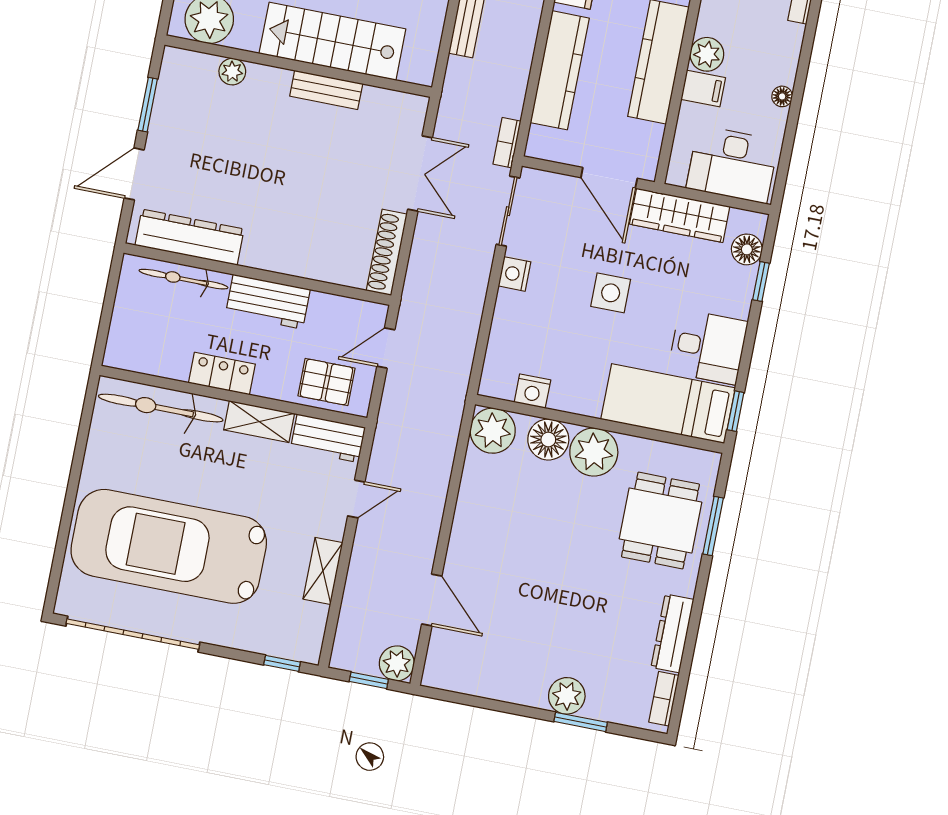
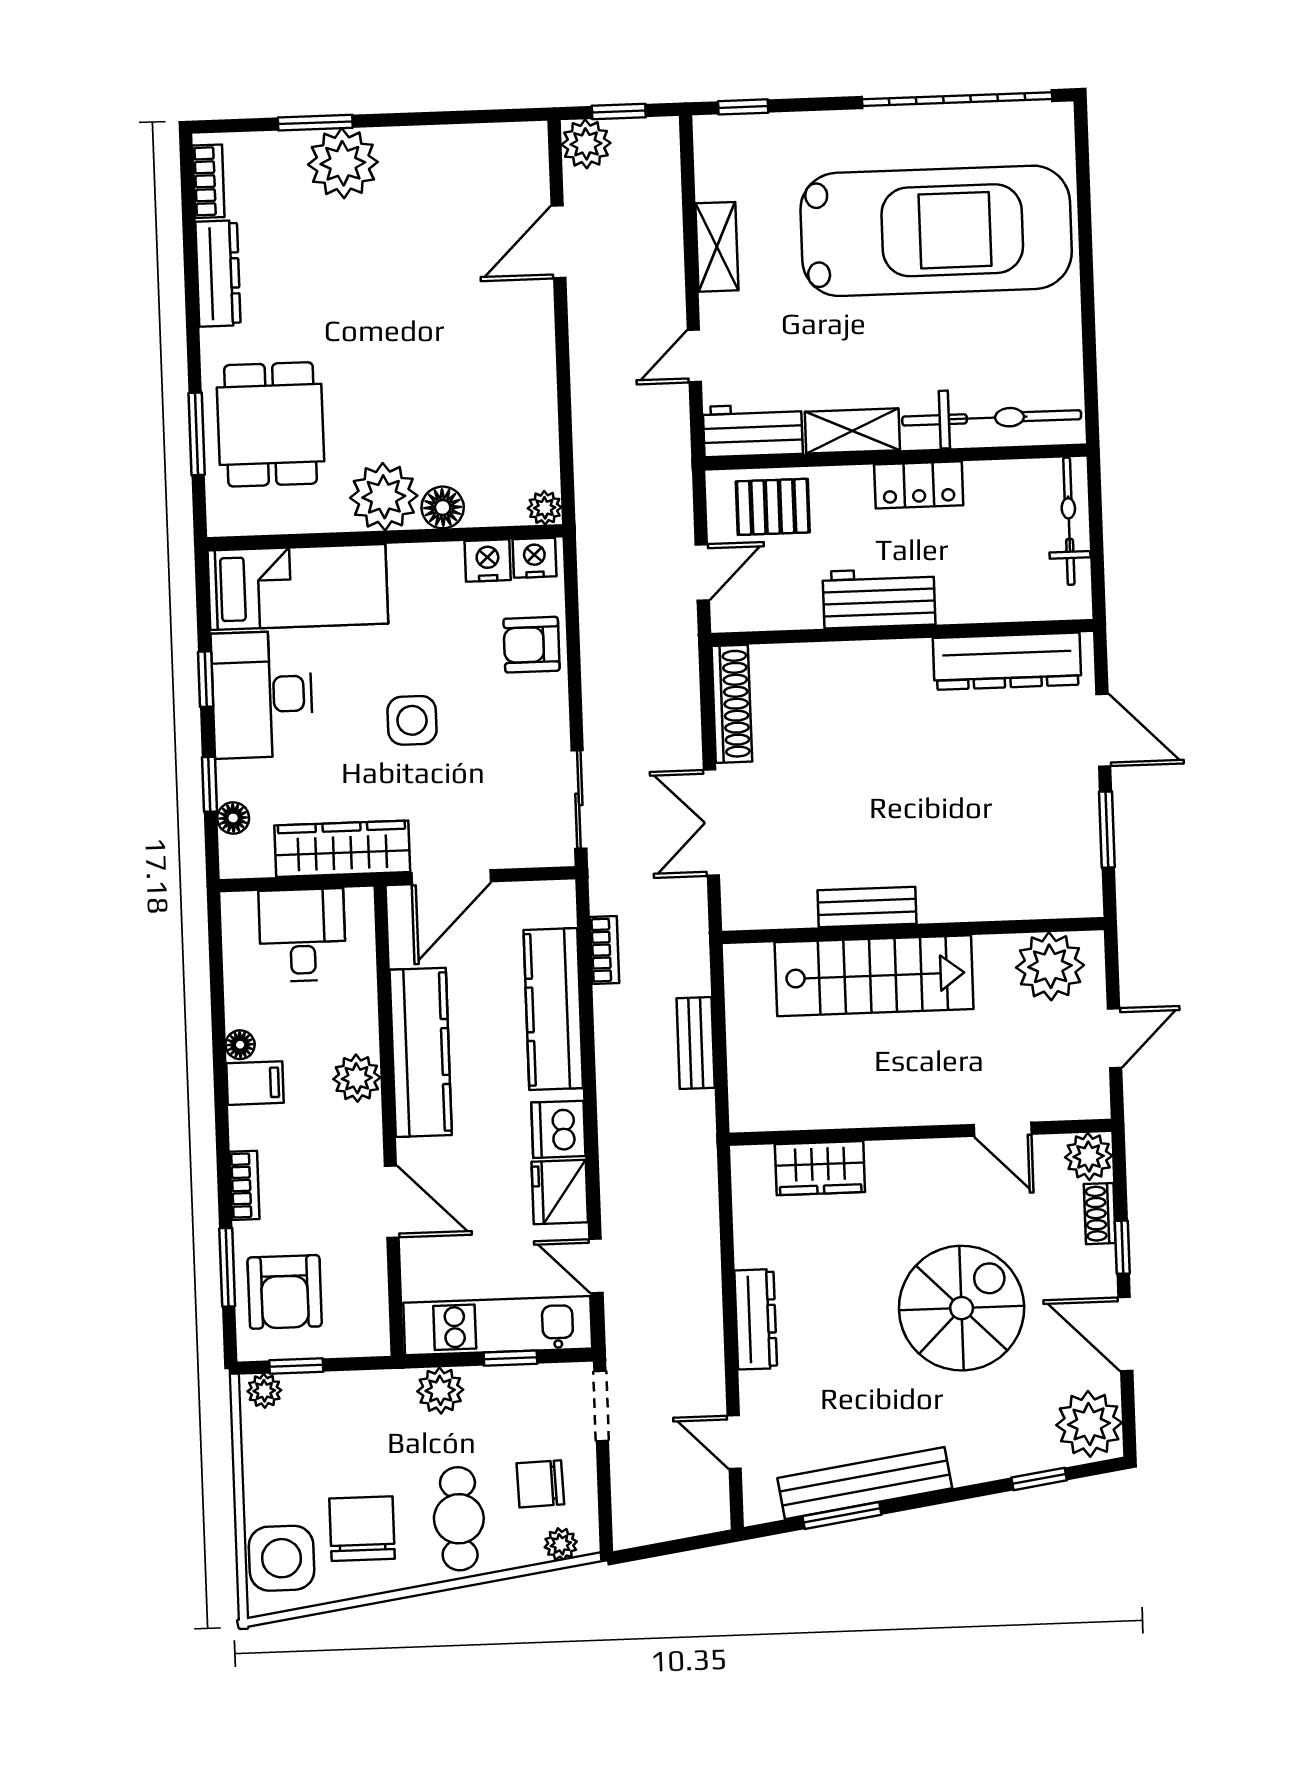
plant: (232, 72) -> (1002, 902), removed
filing cabinet: (703, 88) -> (255, 1083), moved, turned 180
bookcase: (507, 143) -> (604, 950), moved
desk: (732, 164) -> (302, 935), width x0.73
door: (134, 174) -> (1103, 730), hinge flipped
door: (609, 178) -> (451, 877), swing flipped
floor lamp: (747, 249) -> (233, 818), width x0.73, depth x0.73
nightstand: (515, 274) -> (534, 558), moved, turned -90
bicycle: (184, 279) -> (1069, 521), moved, turned -90
armchair: (516, 326) -> (532, 645), added
desk: (708, 347) -> (262, 695), width x1.37
window: (736, 411) -> (206, 679), moved
plant: (493, 431) -> (545, 508), width x0.53, depth x0.53
floor lamp: (548, 440) -> (443, 507), width x0.73, depth x0.73
door: (432, 600) -> (558, 242), hinge flipped
plant: (567, 696) -> (343, 163), width x1.36, depth x1.36

